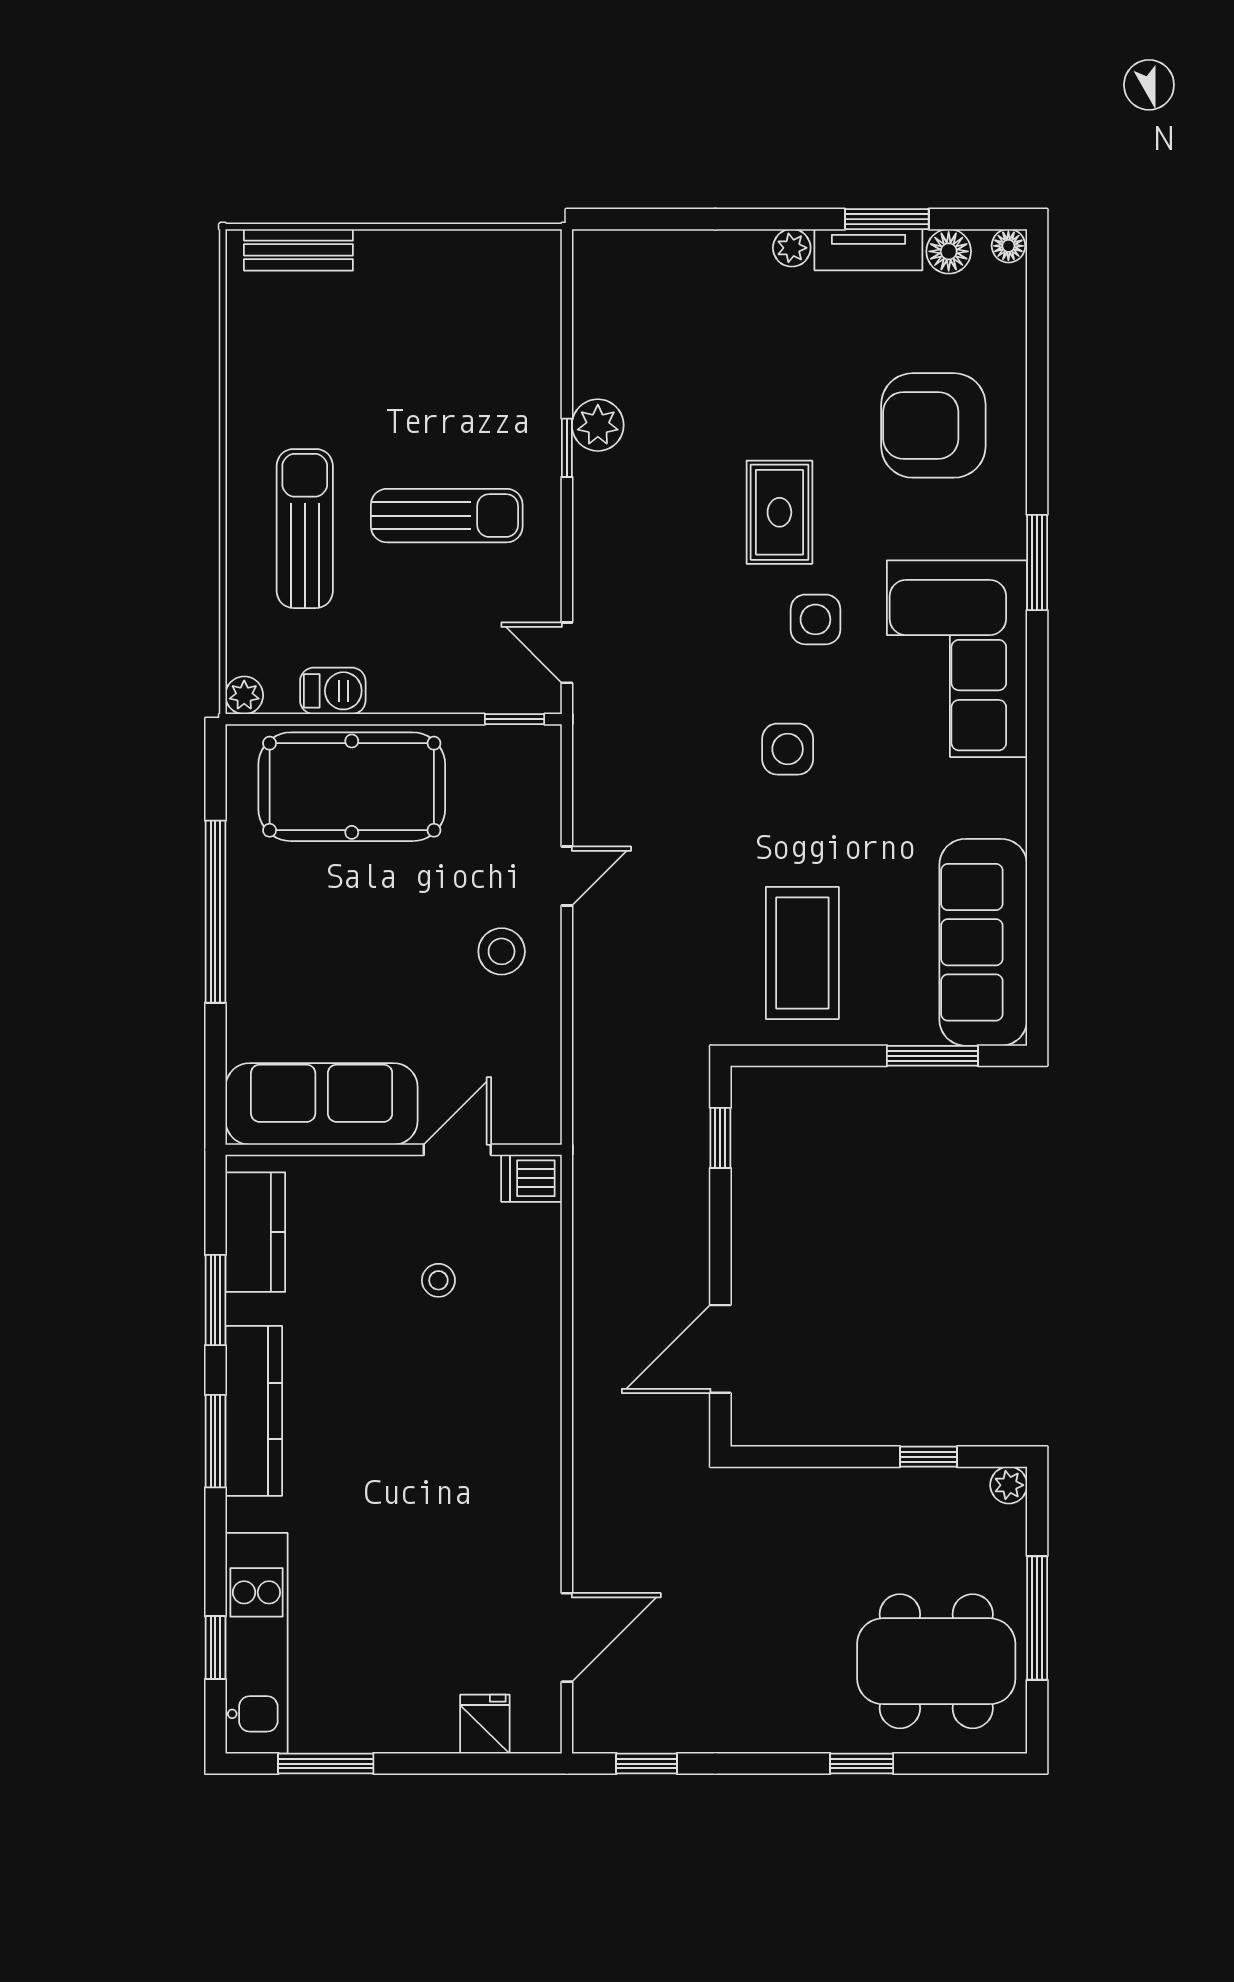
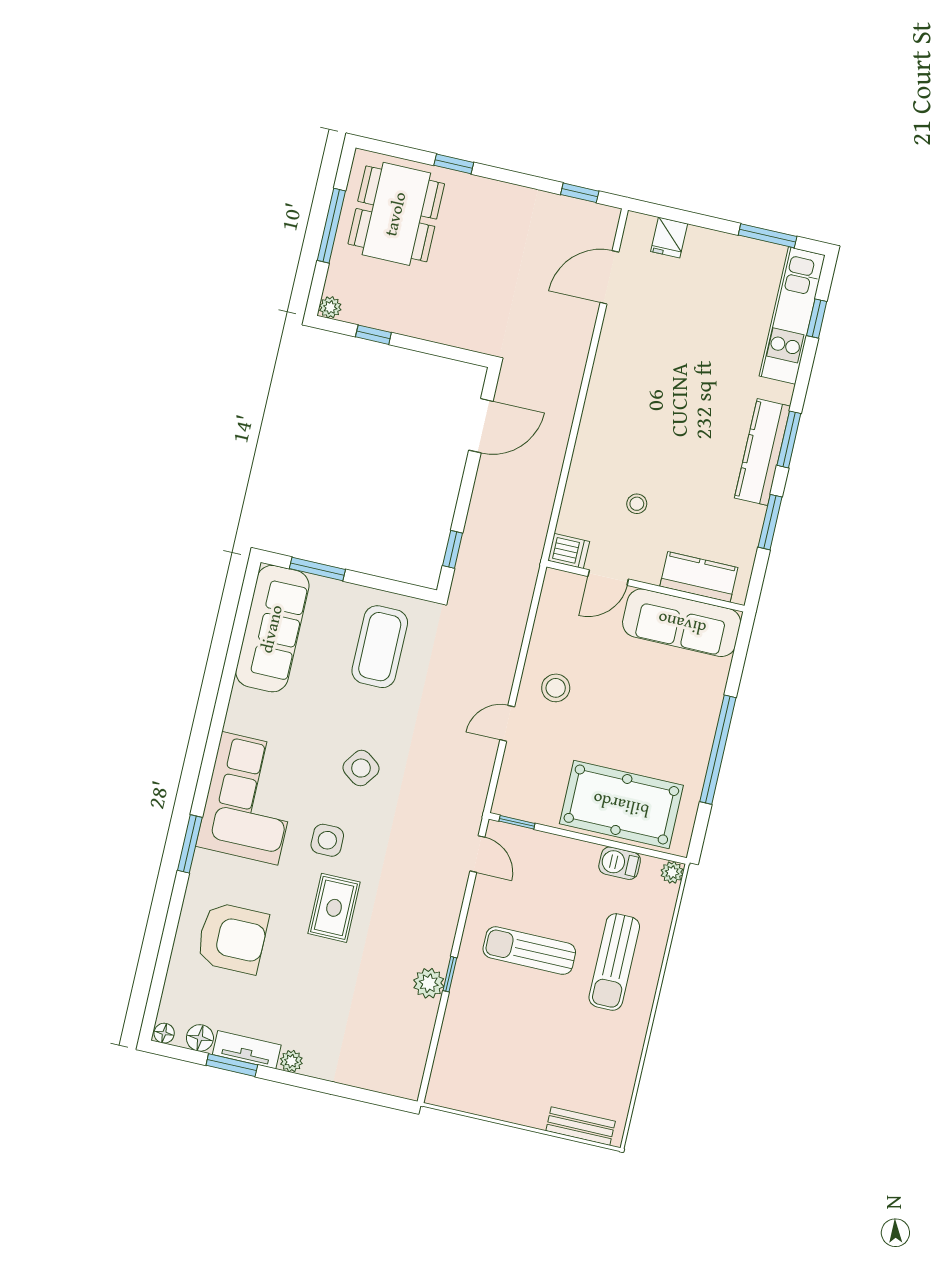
side table: (788, 749) -> (361, 768), turned 36
kitchen counter: (255, 1232) -> (699, 577), moved, turned 90
dining table: (936, 1661) -> (396, 214), turned 90

